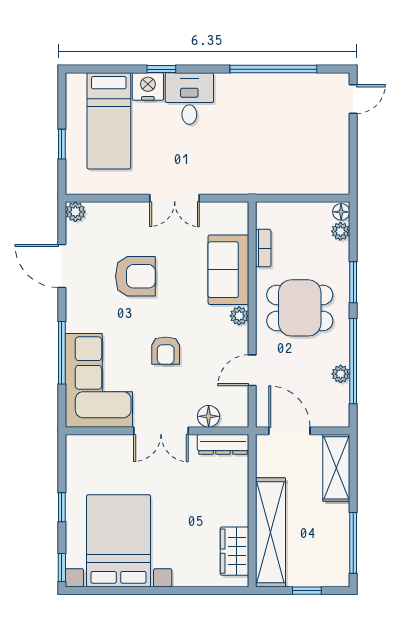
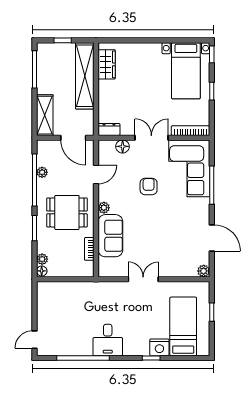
desk: (189, 98) -> (108, 340), moved
armchair: (135, 276) -> (167, 232), removed
bookcase: (97, 442) -> (191, 131), added
dresser: (223, 444) -> (109, 129), width x0.70
bed with nightstands: (119, 541) -> (186, 71), width x0.73

